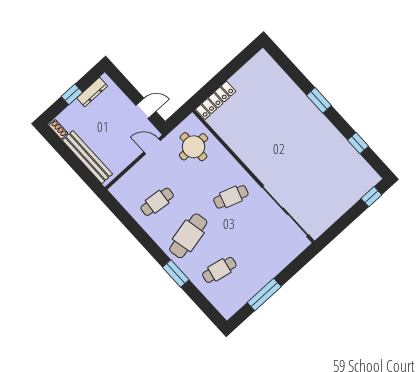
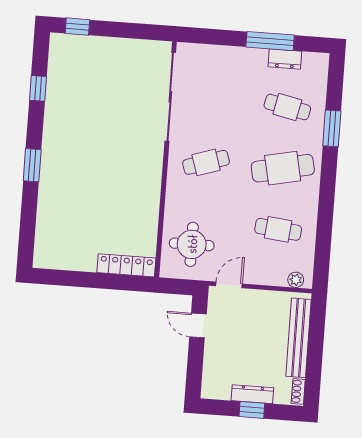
dresser: (92, 92) -> (252, 394), moved
door: (152, 146) -> (229, 285), swing flipped
plant: (120, 185) -> (296, 280), added
cafe table: (231, 197) -> (206, 162), turned -36
window: (176, 273) -> (332, 128), moved
dresser: (247, 293) -> (285, 59), added

